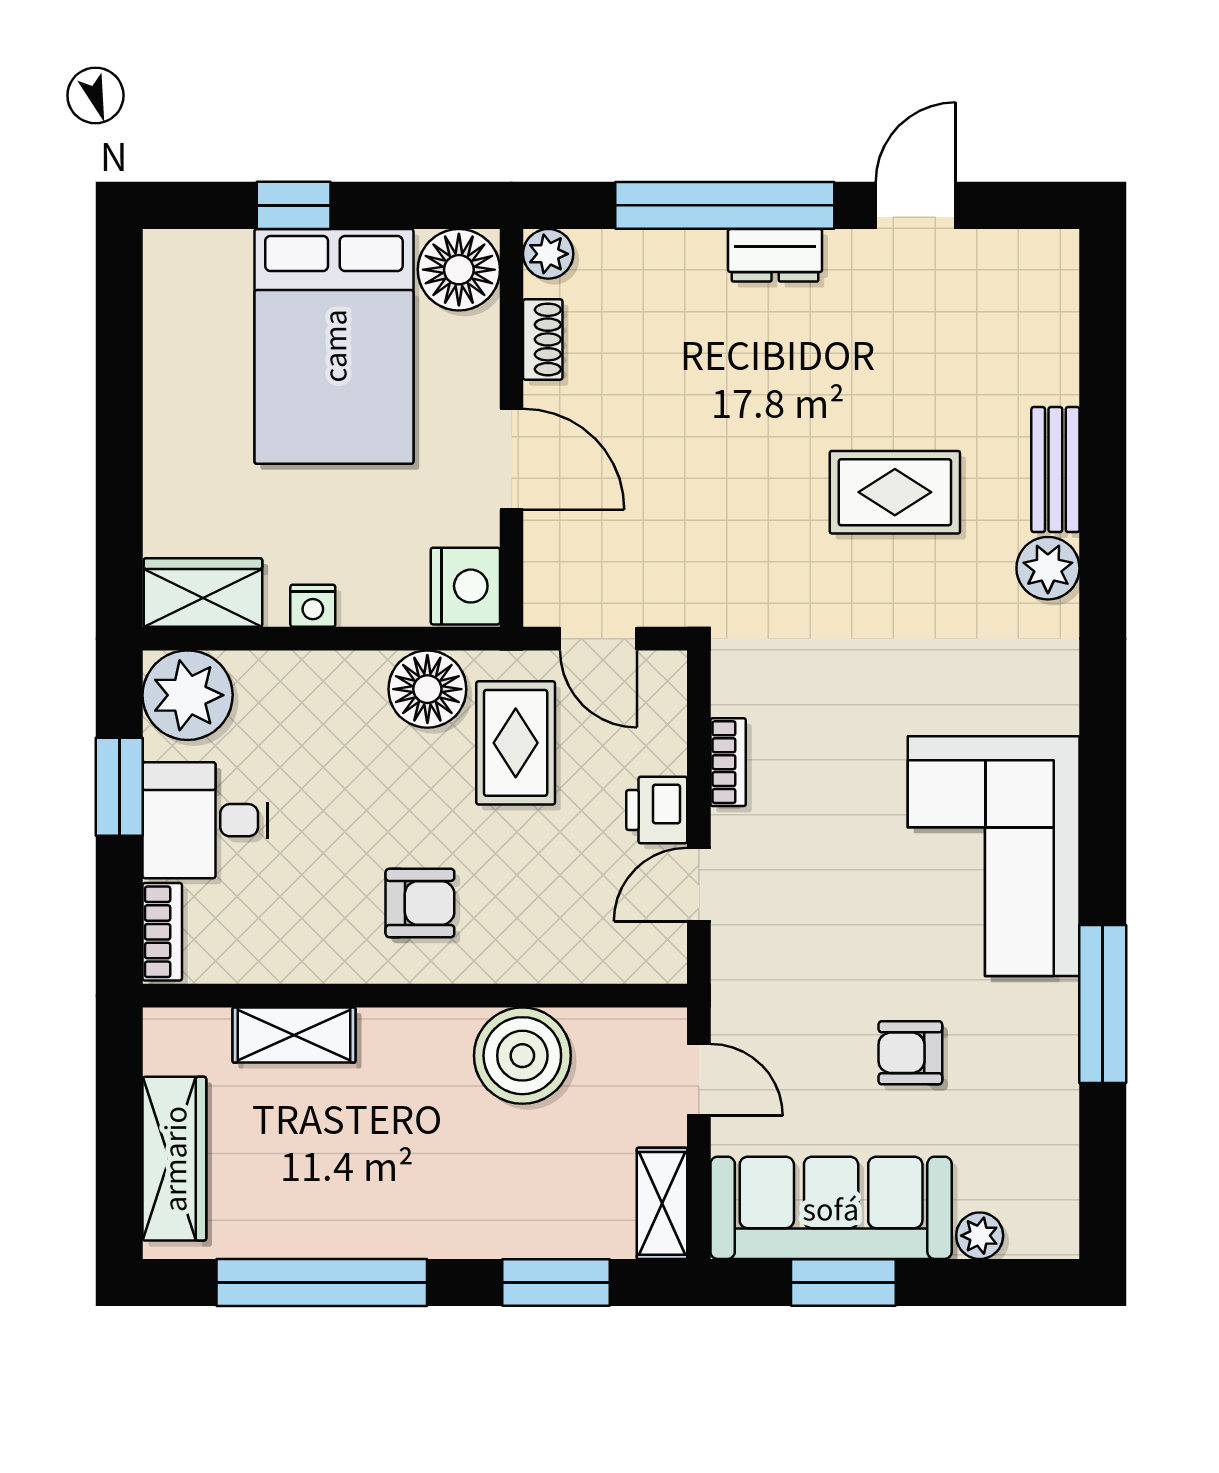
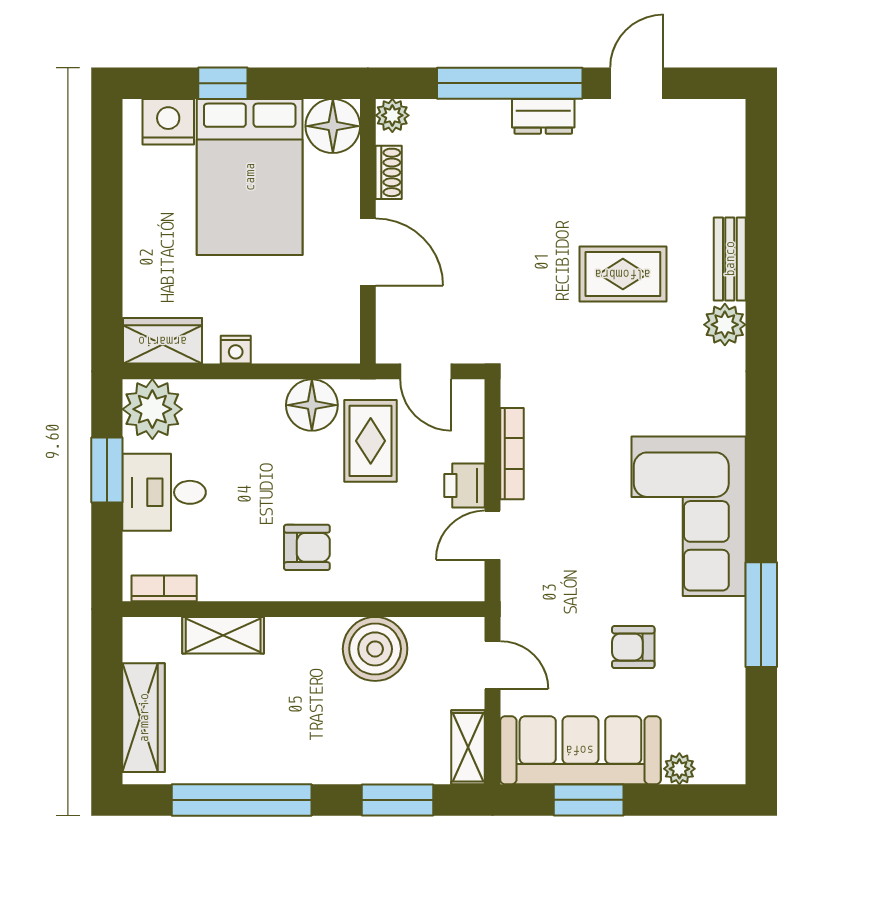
nightstand: (465, 586) -> (168, 122), moved, turned -90
bookcase: (728, 762) -> (512, 454), width x1.56
bookcase: (162, 932) -> (164, 588), moved, turned -90

